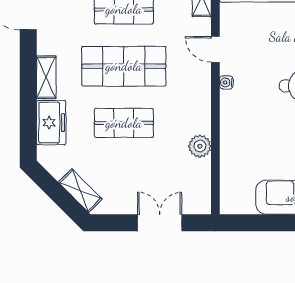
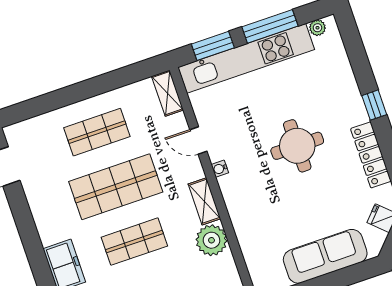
shelving: (46, 77) -> (204, 201), moved
plant: (200, 146) -> (211, 240), width x1.36, depth x1.36

